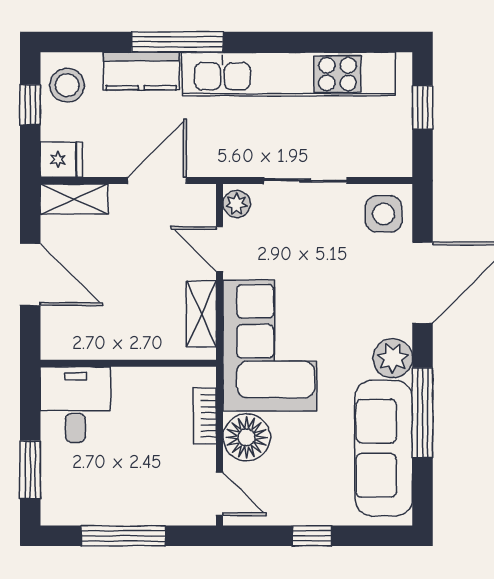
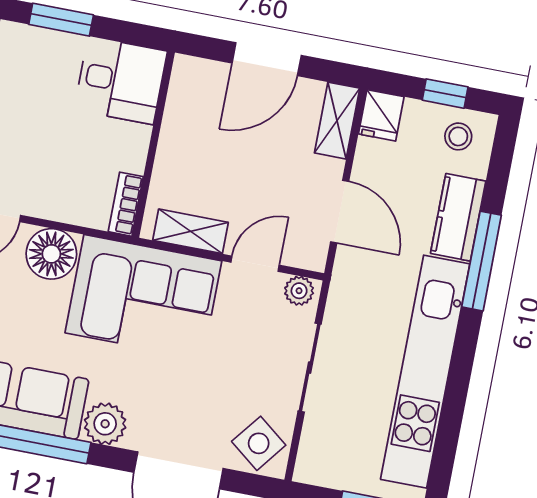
stool: (67, 85) -> (458, 136), width x0.73, depth x0.73
side table: (384, 214) -> (259, 443), turned 38
bookcase: (205, 416) -> (126, 204), moved, turned -90

